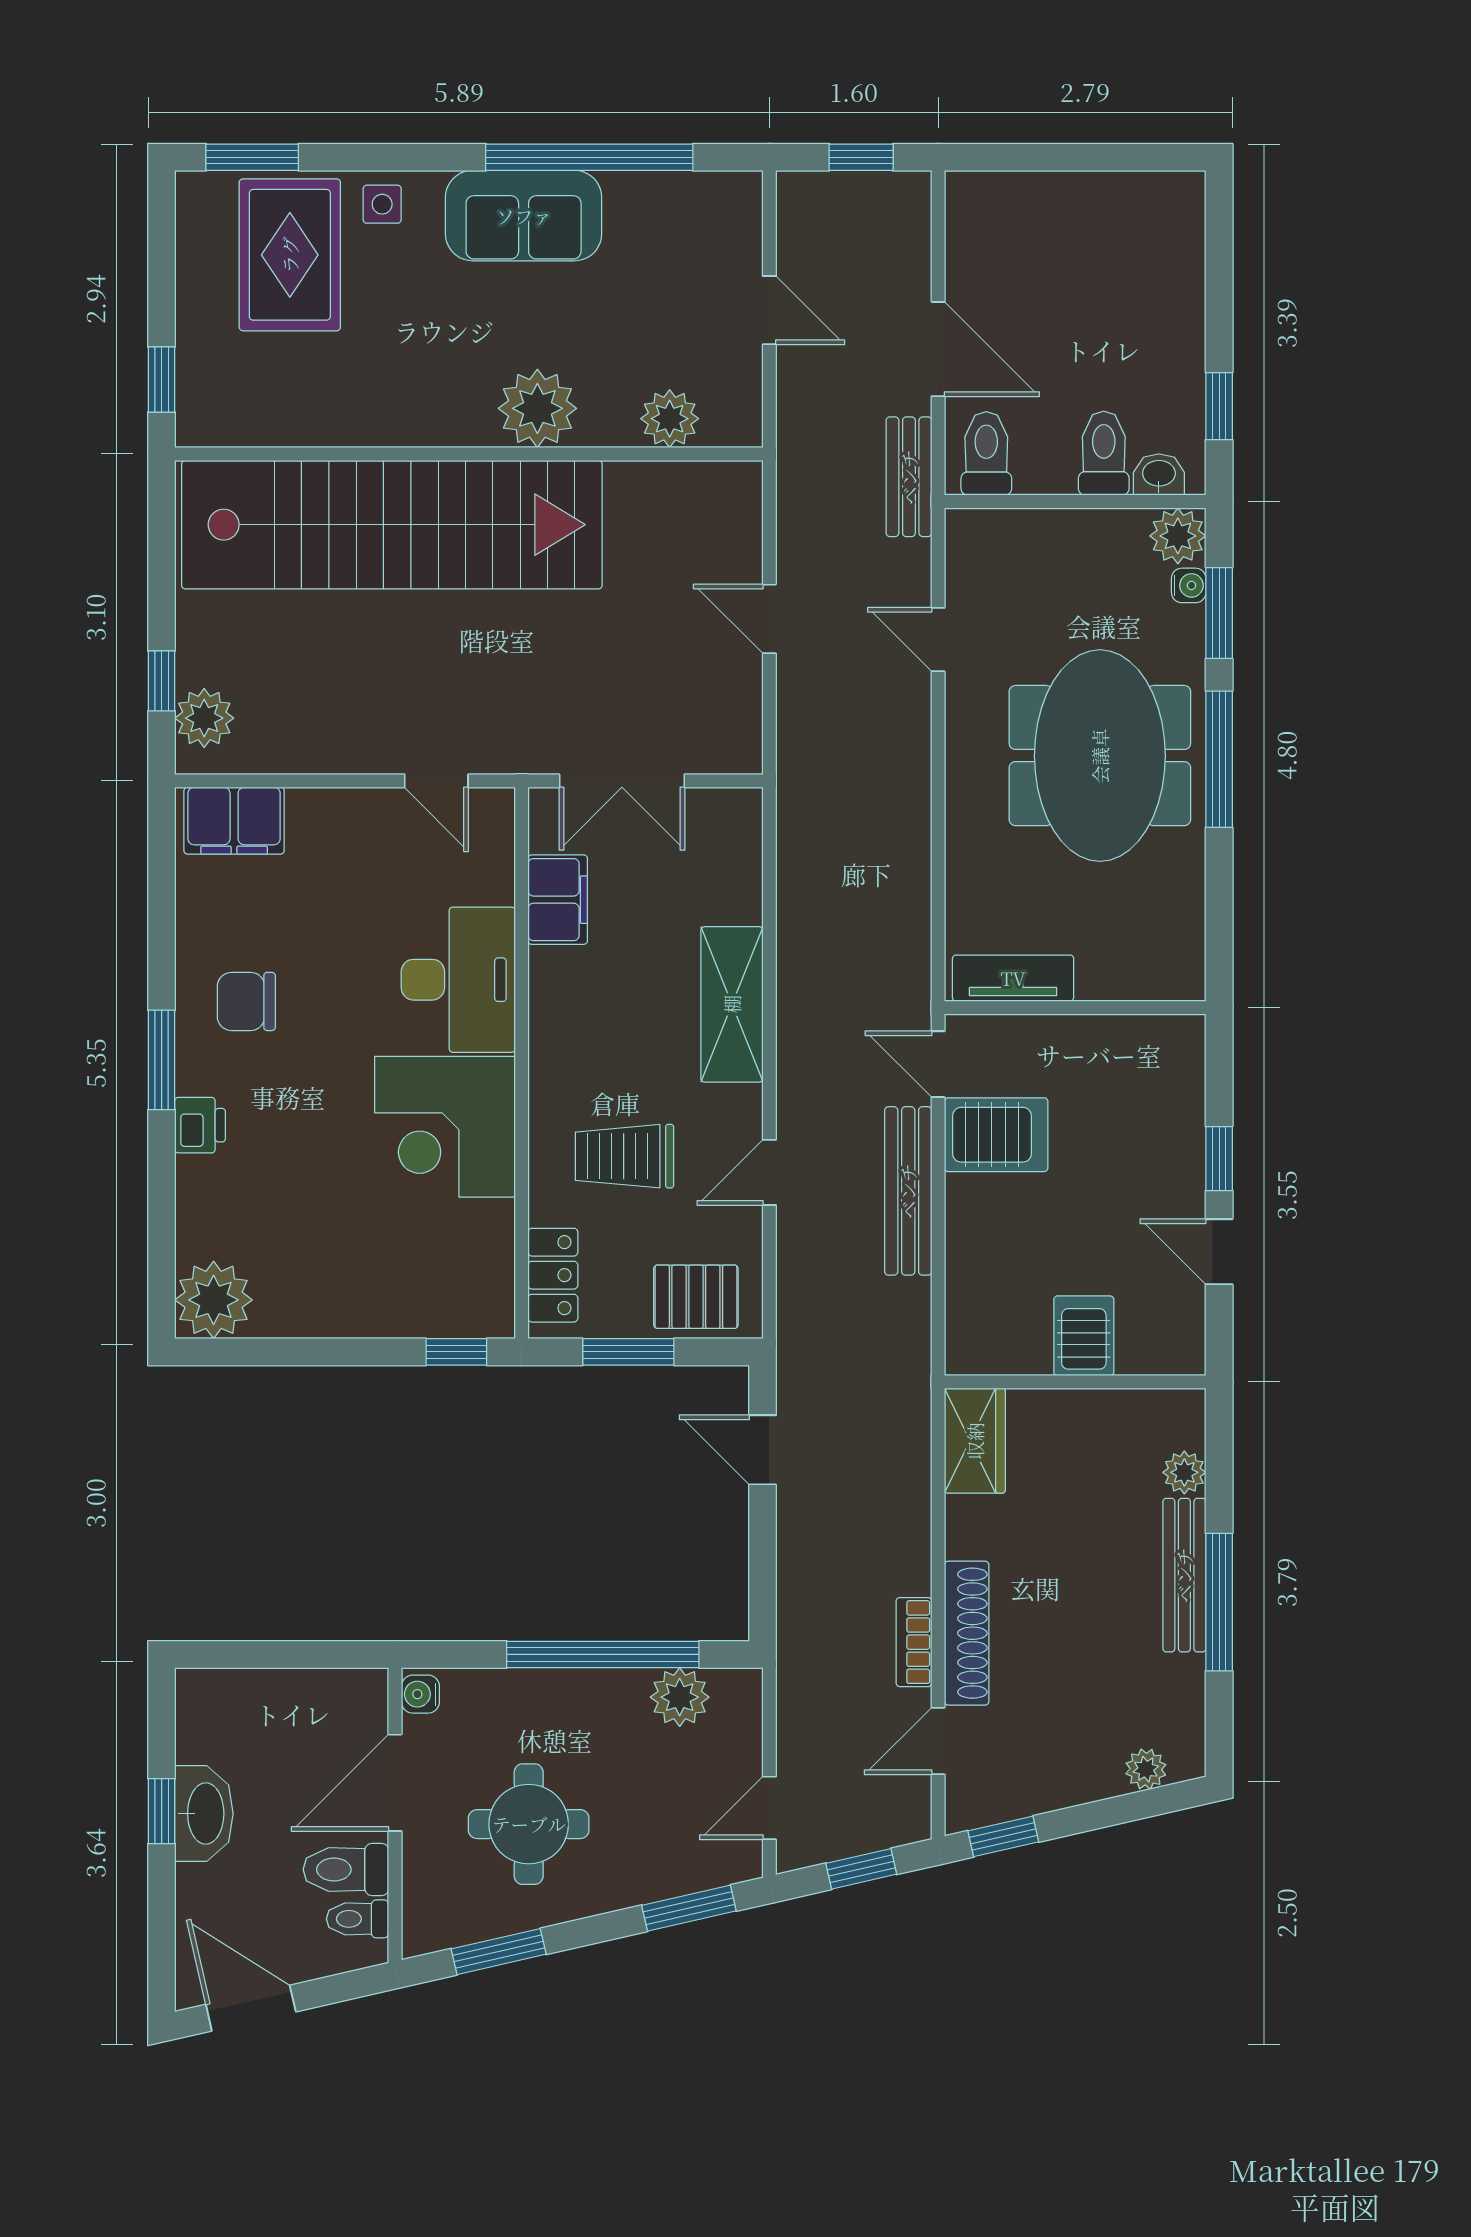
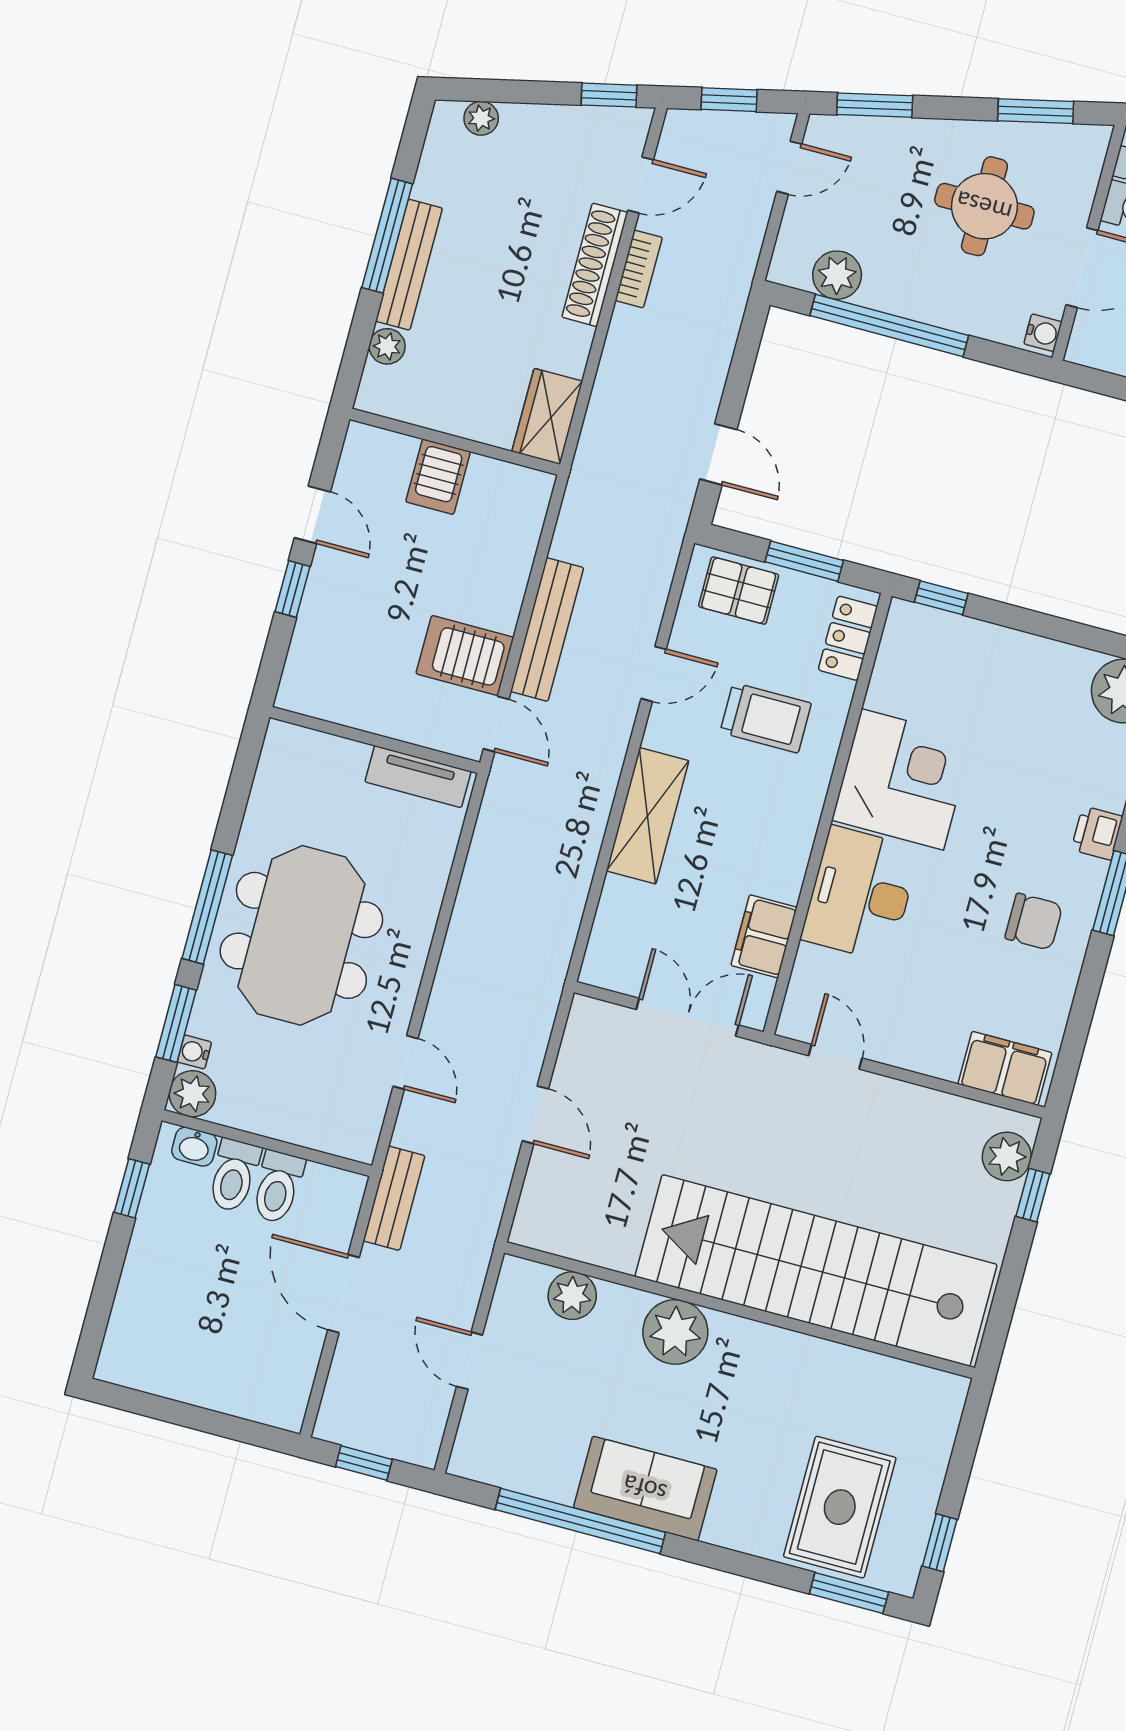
side table: (382, 204) -> (755, 1528), removed
window: (162, 380) -> (940, 1543), moved
toilet: (986, 453) -> (278, 1187), moved

